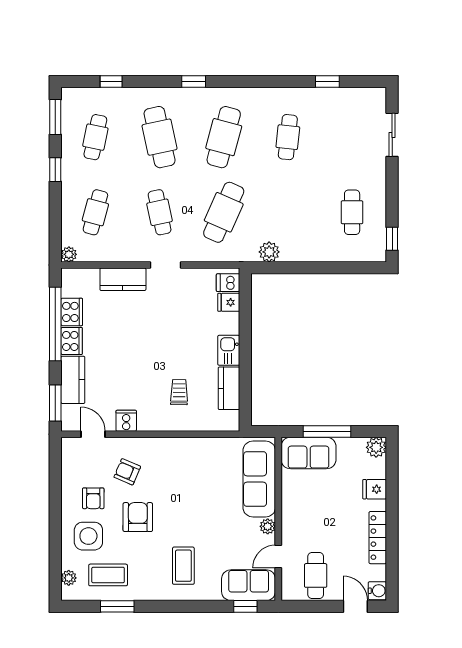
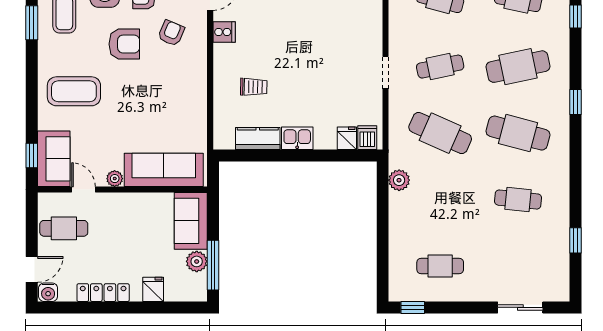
kitchen counter: (123, 279) -> (371, 29), removed
window: (327, 431) -> (213, 265), moved
plant: (376, 447) -> (197, 261), moved
coffee table: (183, 566) -> (74, 91), width x1.36, depth x1.32

